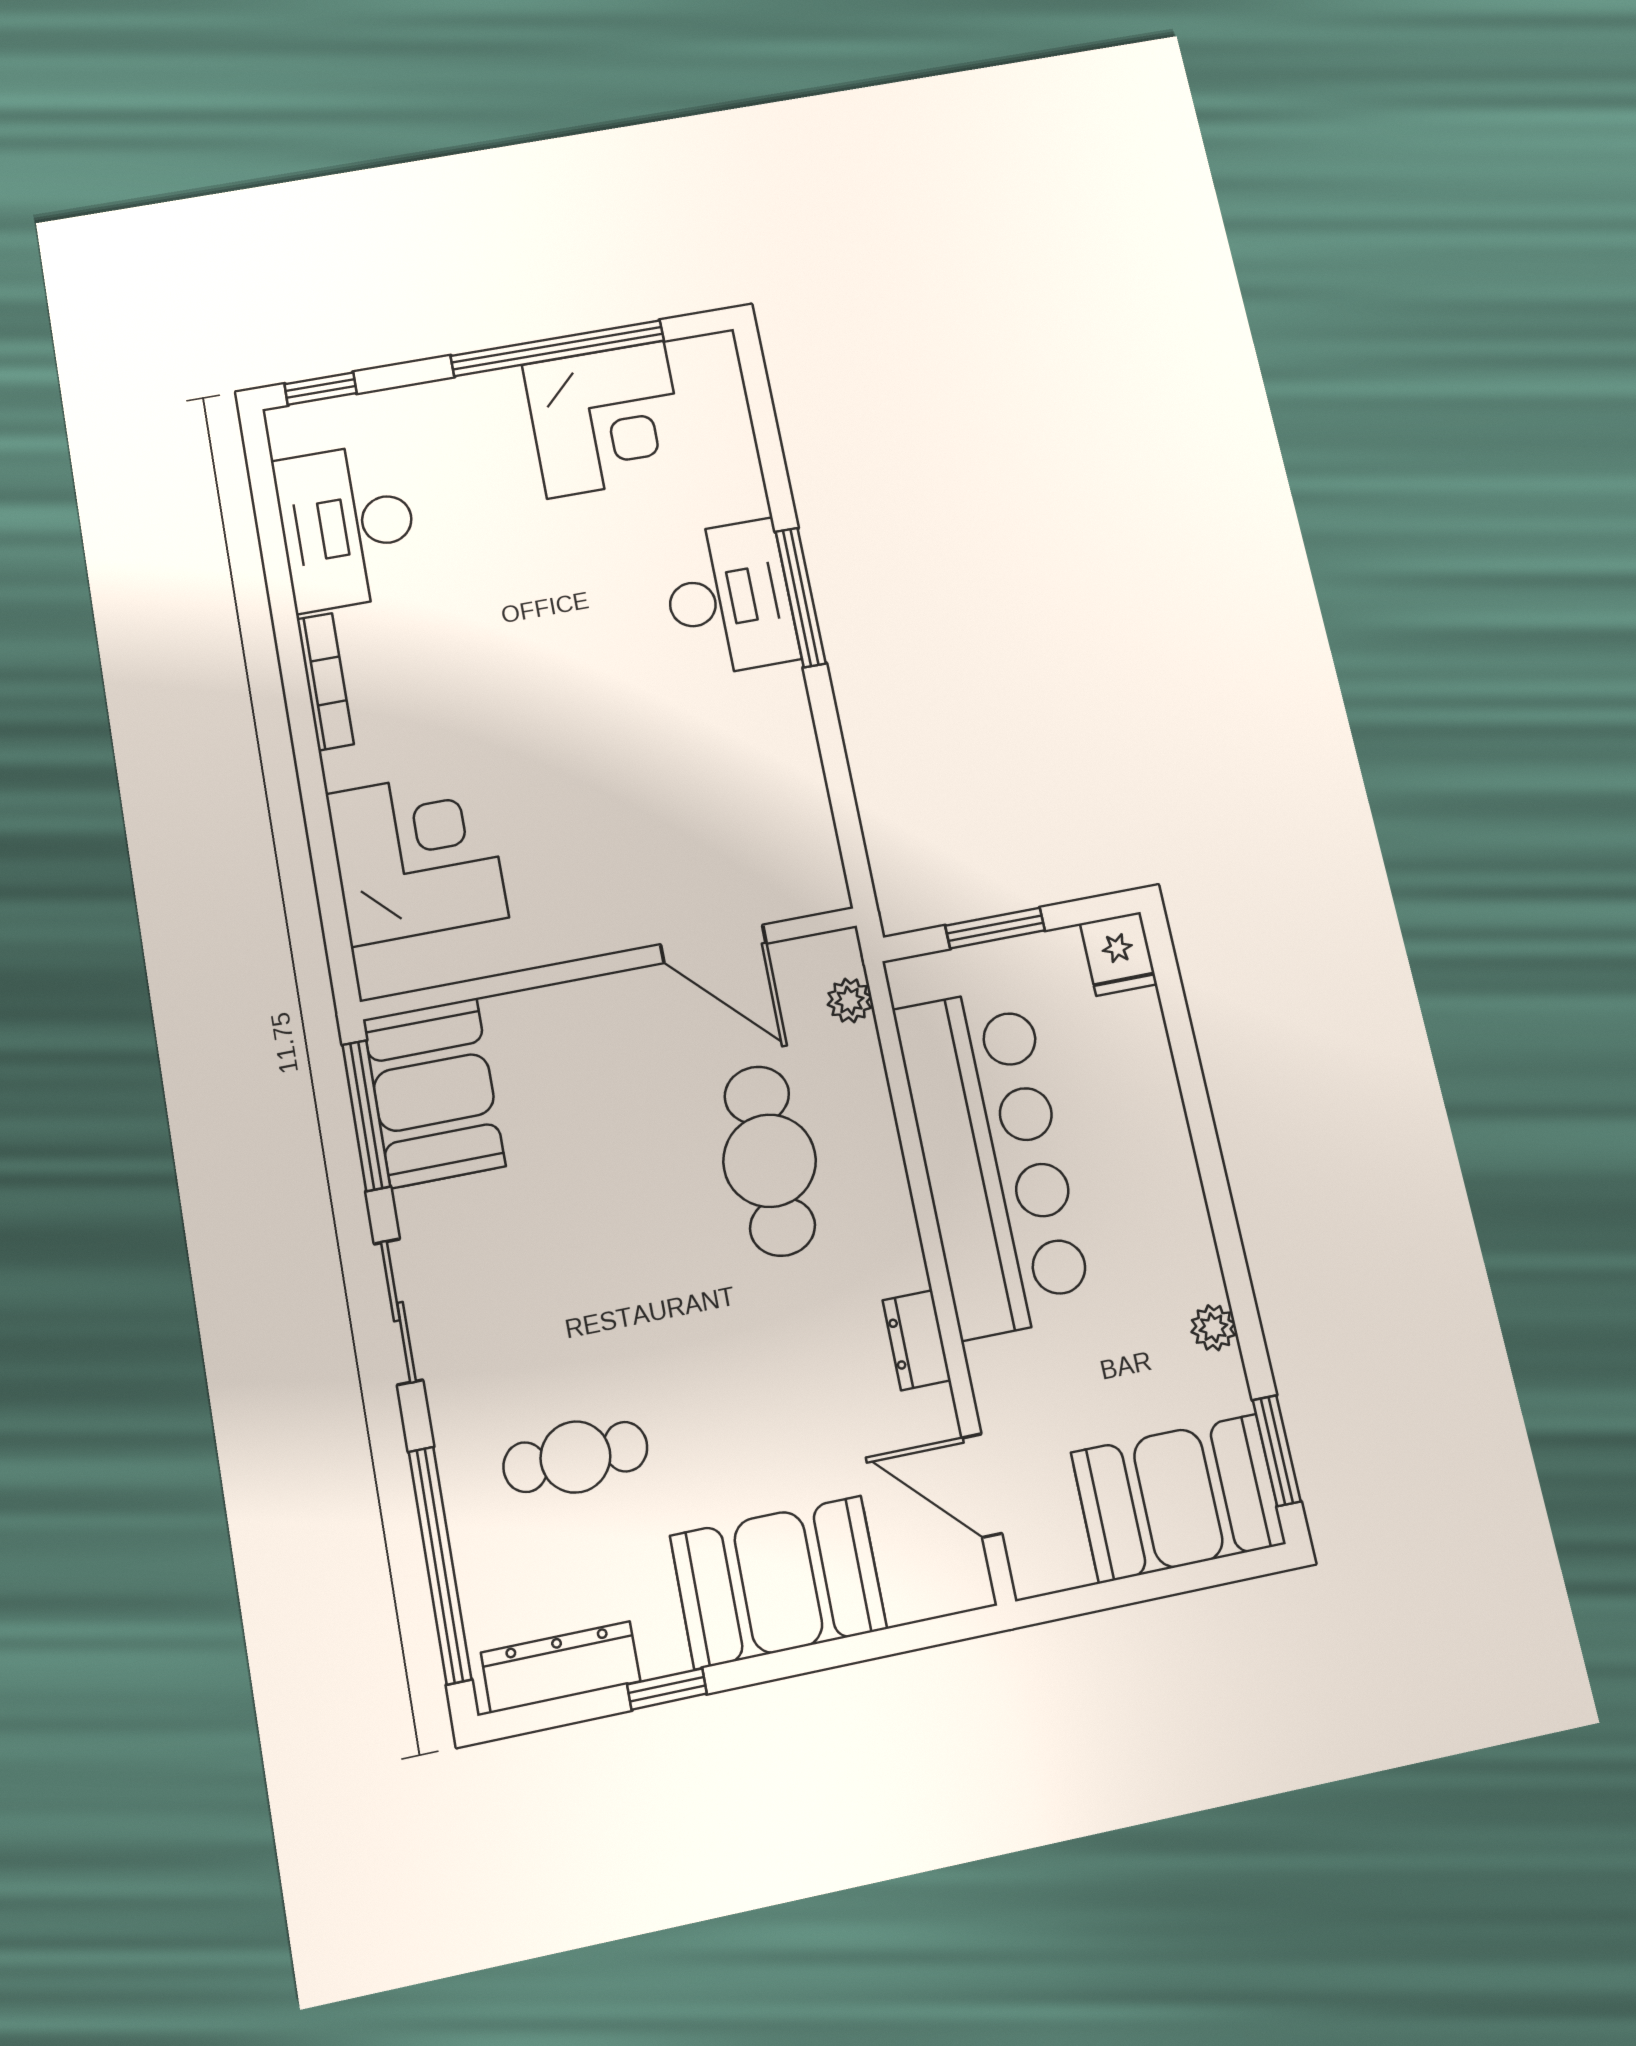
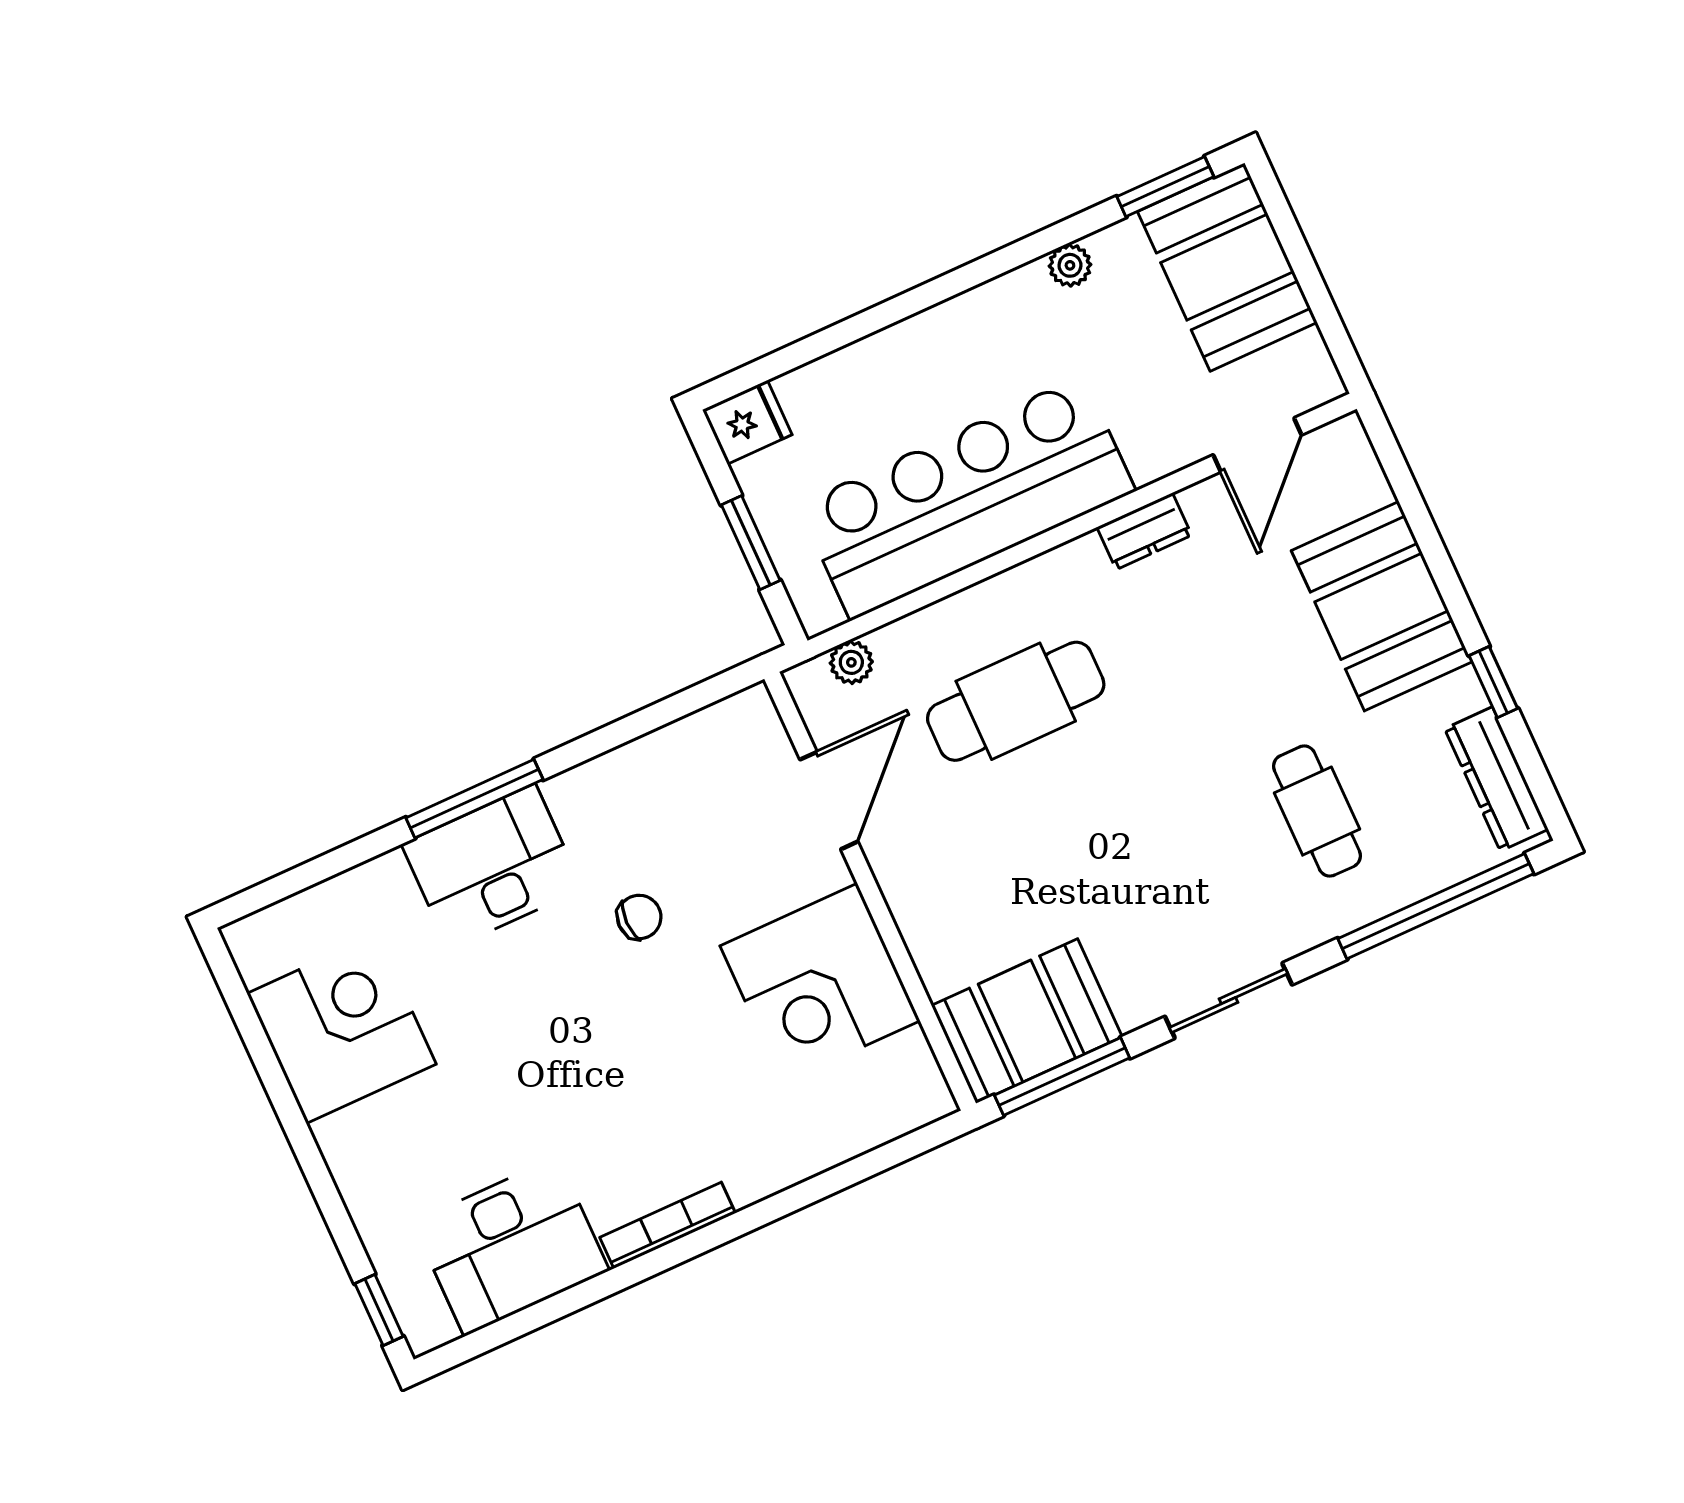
window: (557, 348) -> (280, 1094), removed
chair: (643, 728) -> (639, 917), added
corner desk: (417, 856) -> (820, 983), moved, turned -90

